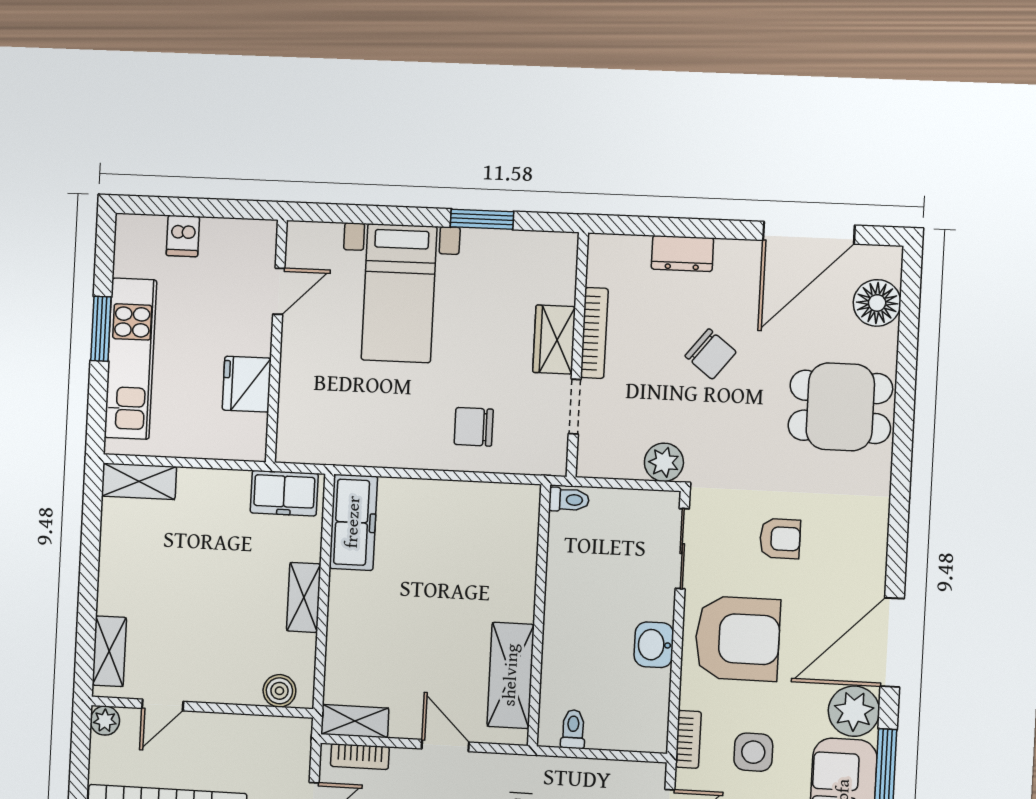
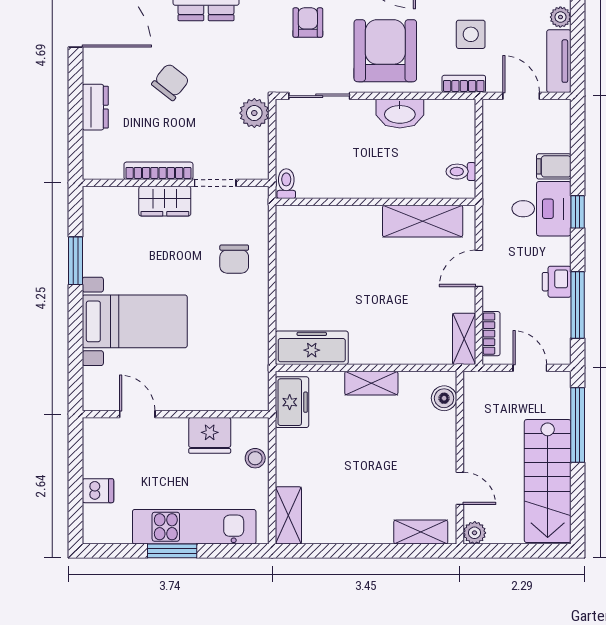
stool: (214, 442) -> (255, 458), added
washbasin: (654, 645) -> (400, 114), width x1.38

